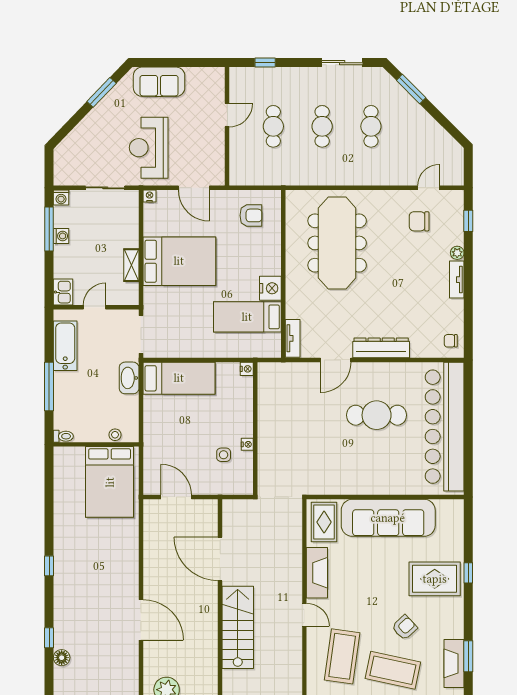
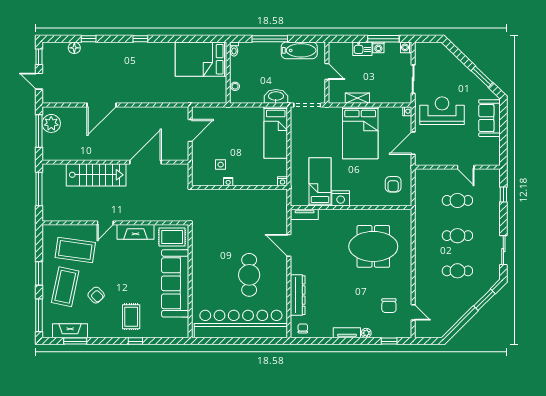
chair: (419, 221) -> (389, 306), turned 180
meeting table: (337, 243) -> (373, 246), width x0.73
kitchen sink: (63, 292) -> (362, 49), moved
dresser: (381, 348) -> (298, 295), moved
bed: (110, 482) -> (201, 59), moved
rug: (435, 579) -> (131, 317), width x0.73, depth x0.70

